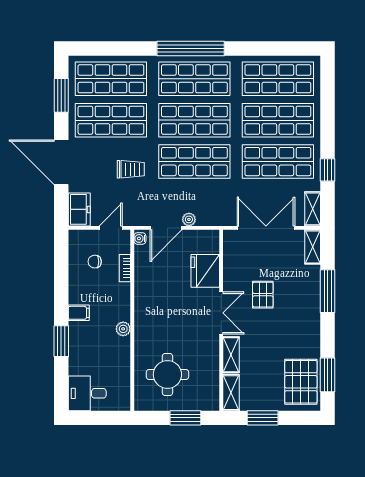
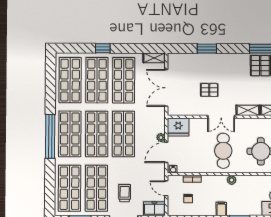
trolley: (131, 169) -> (125, 193), moved
window: (328, 170) -> (103, 48), moved
door: (166, 228) -> (166, 152), swing flipped
shelving: (313, 247) -> (179, 58), removed
fridge: (205, 271) -> (178, 127), moved
window: (328, 291) -> (207, 49), width x0.69
double door: (221, 313) -> (221, 117), swing flipped
cafe table: (168, 316) -> (223, 151), added

